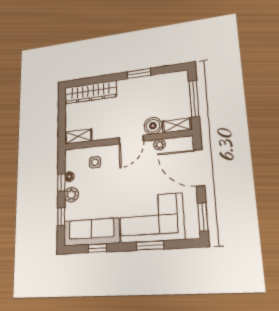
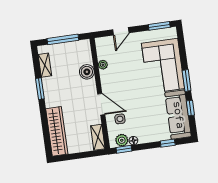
shelving: (177, 125) -> (45, 65), moved
door: (131, 139) -> (101, 104), moved
door: (199, 168) -> (121, 31), width x0.53
window: (61, 182) -> (124, 149), moved
plant: (71, 195) -> (122, 140), moved
window: (150, 245) -> (187, 81), moved

